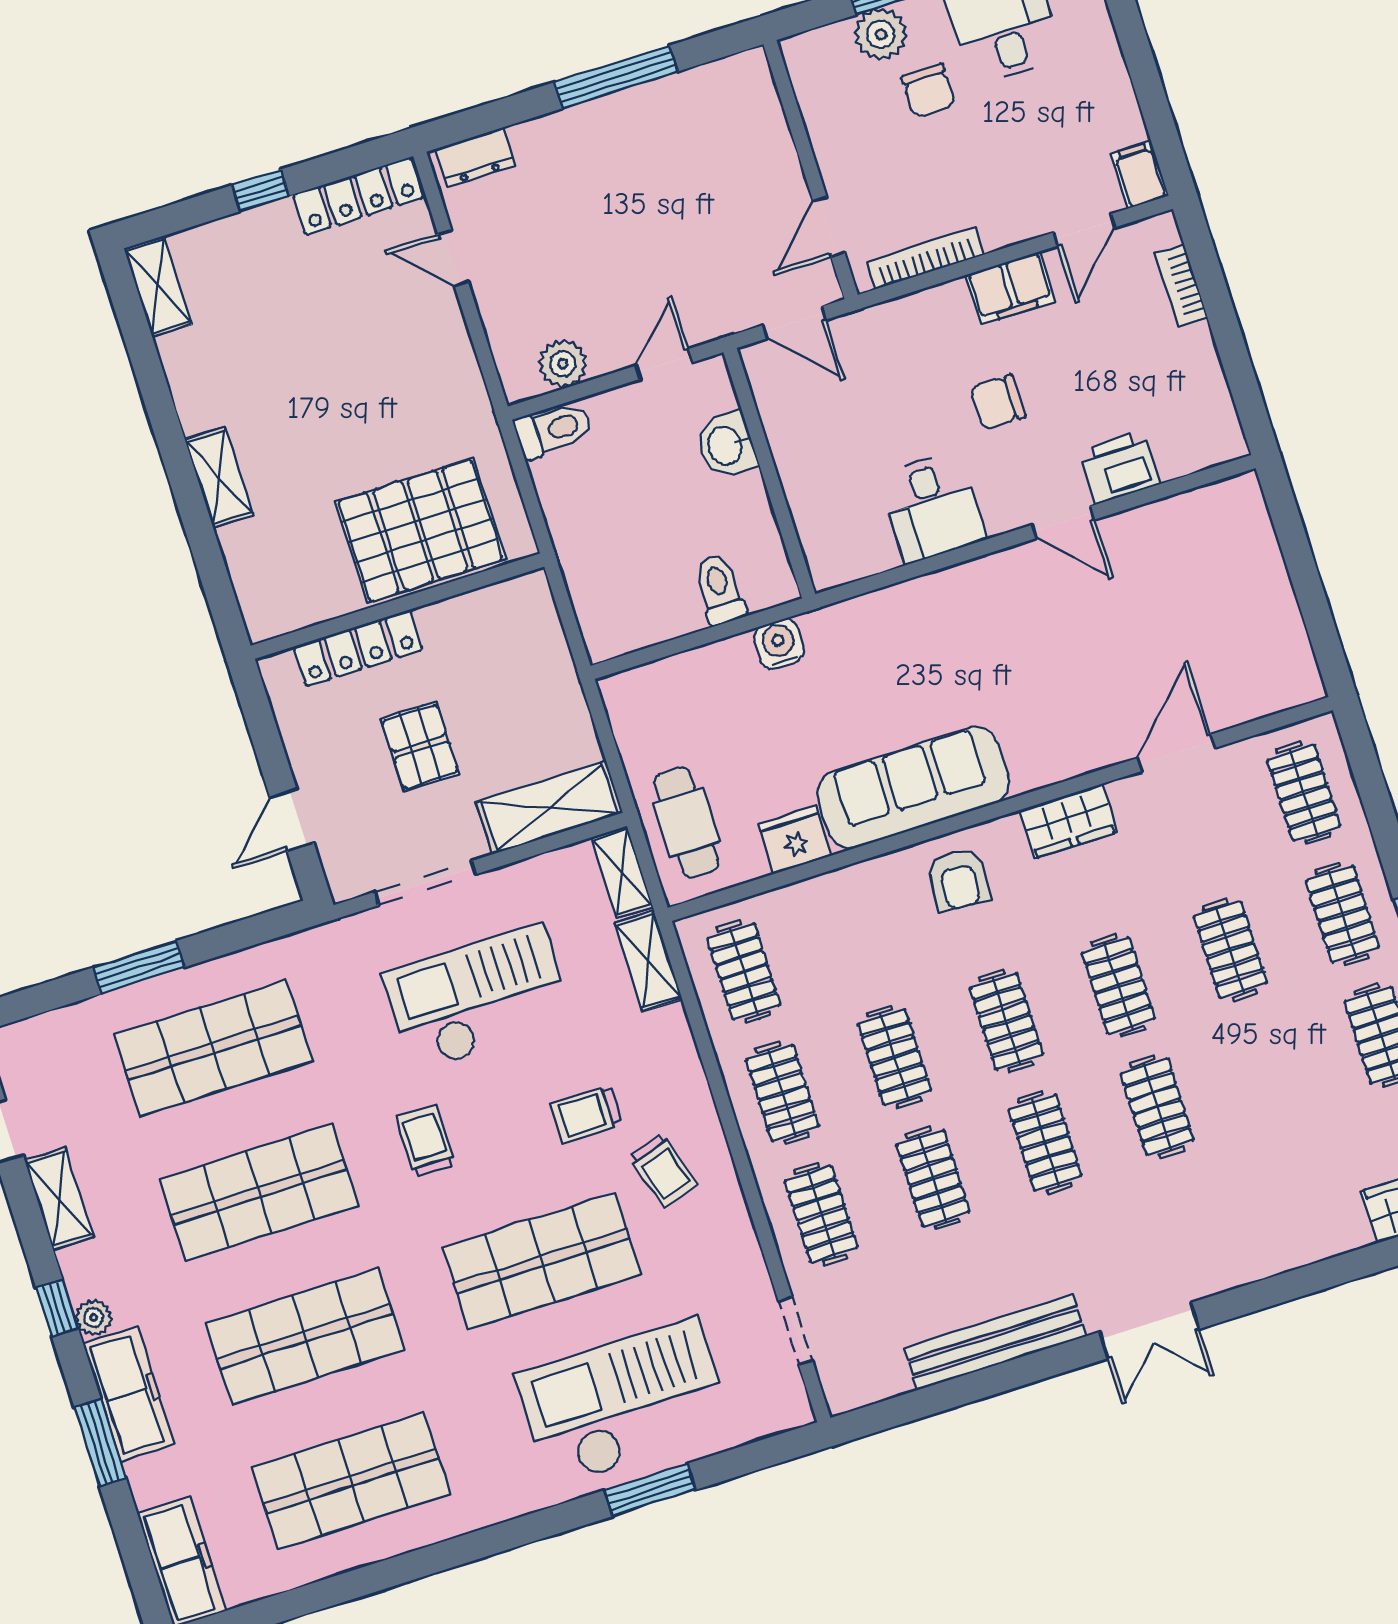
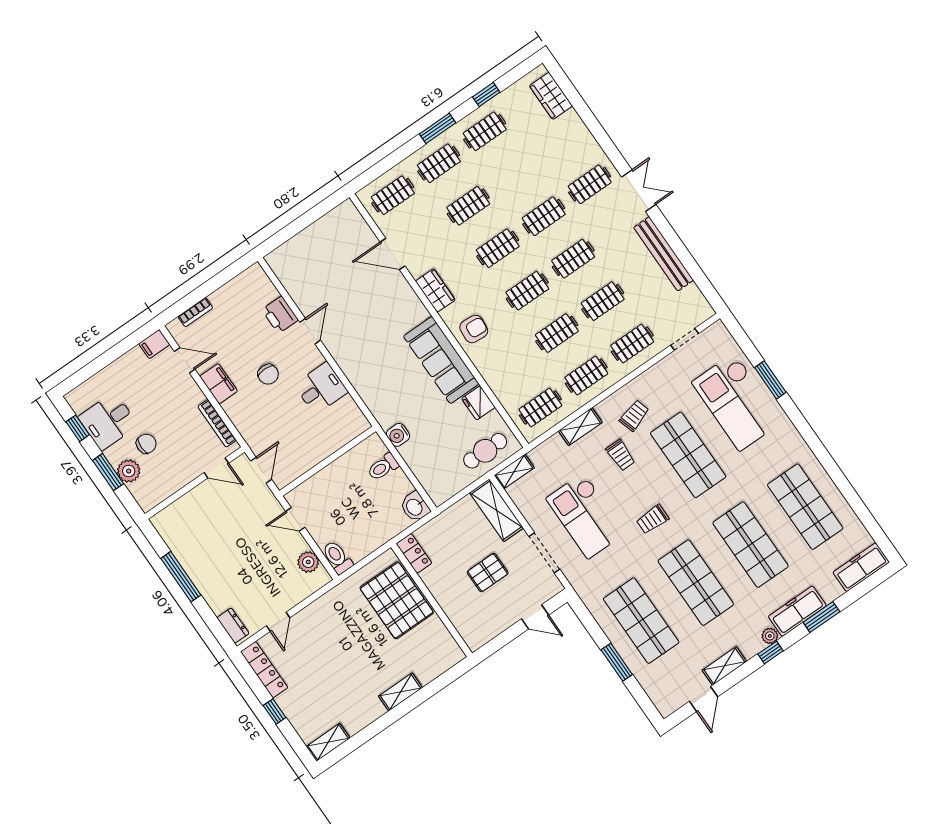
washbasin: (726, 445) -> (415, 507), moved, turned 90
locker: (358, 648) -> (414, 553), moved, width x0.66
shelving: (648, 961) -> (580, 427), moved
clothes rail: (1196, 1228) -> (590, 184), added

